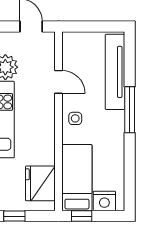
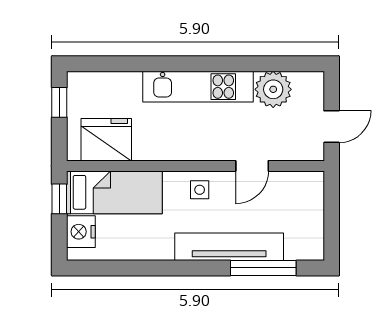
tv unit: (115, 72) -> (229, 247), moved
window: (130, 110) -> (263, 268), moved

